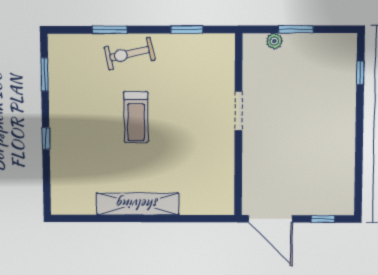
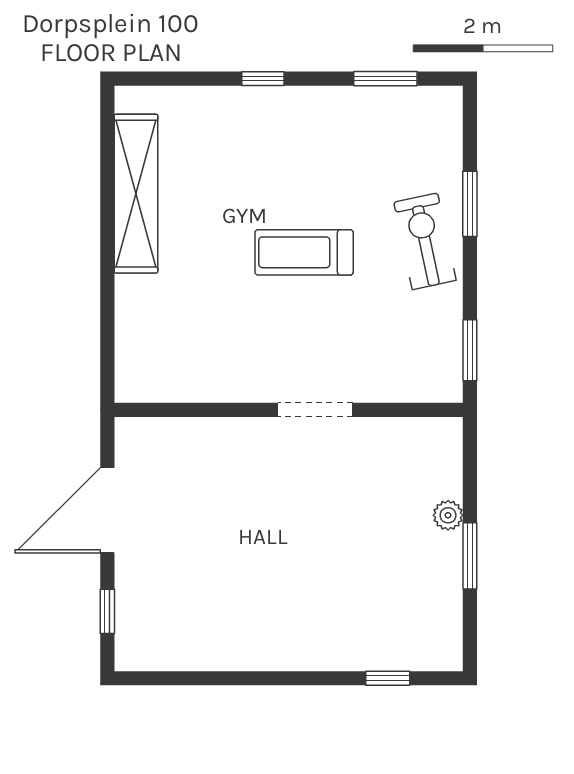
doorway: (238, 111) -> (315, 410), moved
wall: (238, 125) -> (289, 410), moved
shelving: (138, 204) -> (136, 194), moved

